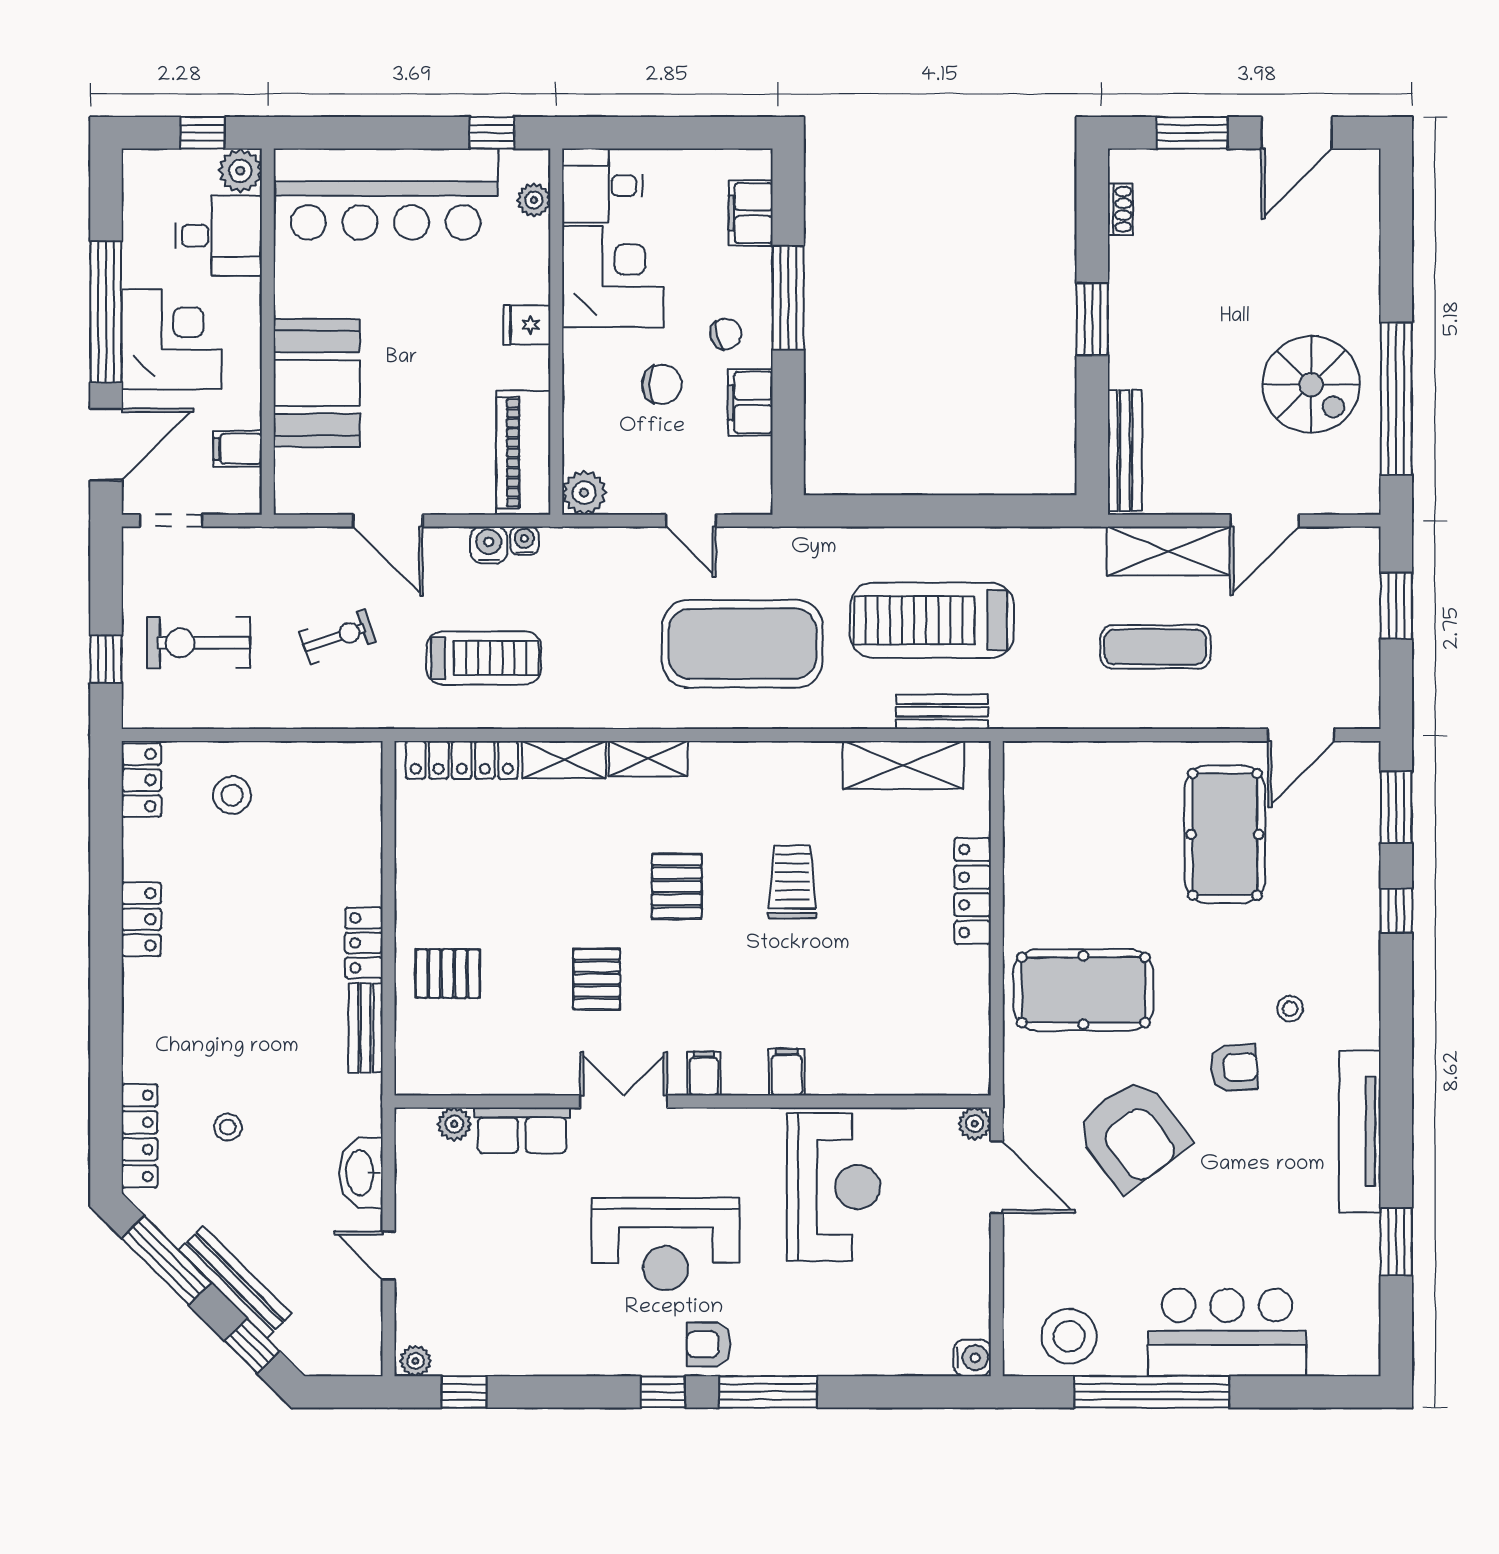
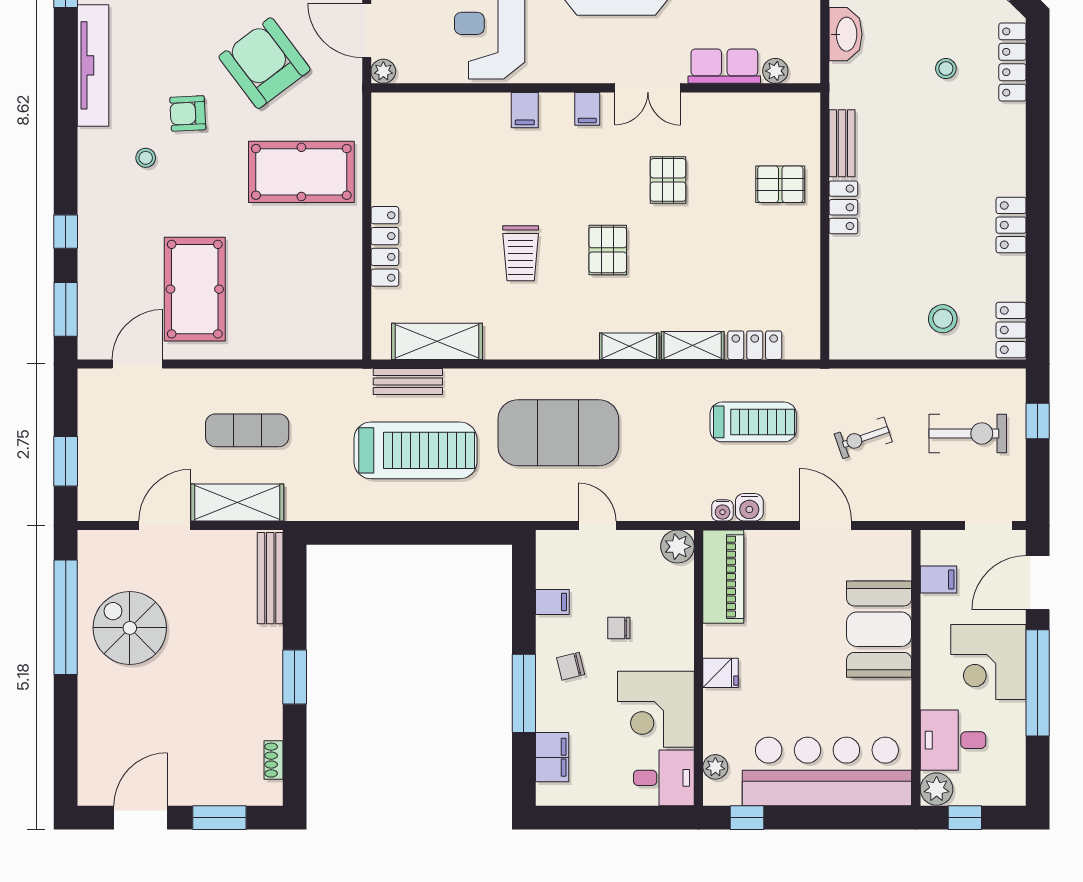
chair: (662, 384) -> (619, 628), width x0.73, depth x0.73
filing cabinet: (750, 402) -> (552, 602), width x0.50
treadmill: (484, 658) -> (753, 422), turned 180
locker: (462, 760) -> (755, 345), width x0.66

